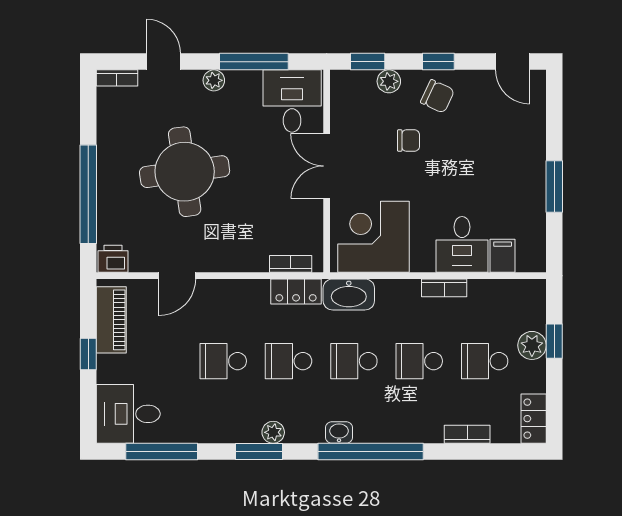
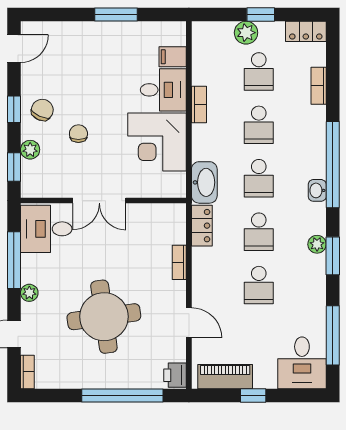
corner desk: (373, 237) -> (157, 142), moved
bookcase: (291, 264) -> (179, 262), moved
window: (554, 341) -> (261, 14), moved

